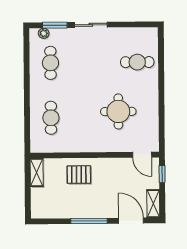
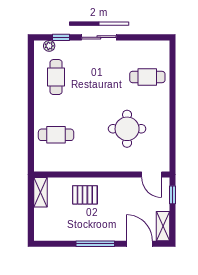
window: (55, 25) -> (61, 37), width x0.67
cafe table: (51, 118) -> (56, 135), turned 90

